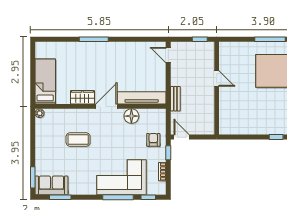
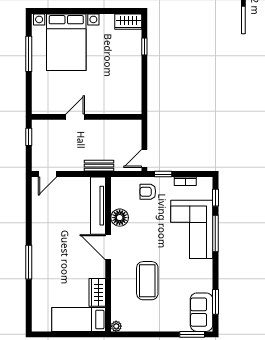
wardrobe: (82, 97) -> (97, 292), moved
coffee table: (78, 140) -> (147, 281), width x1.36, depth x1.32

